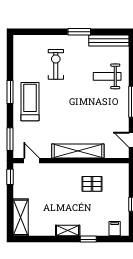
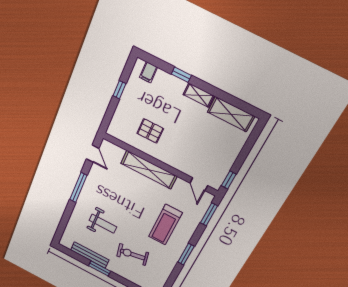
bench: (109, 41) -> (90, 255), moved
exercise bike: (56, 64) -> (133, 254), turned 79
weight bench: (107, 76) -> (103, 224), moved
treadmill: (30, 102) -> (165, 225), moved
shelving: (21, 217) -> (231, 114), moved, turned 90

